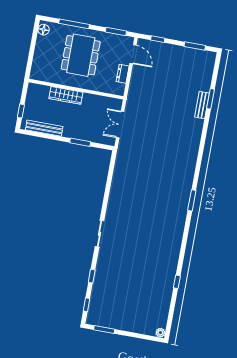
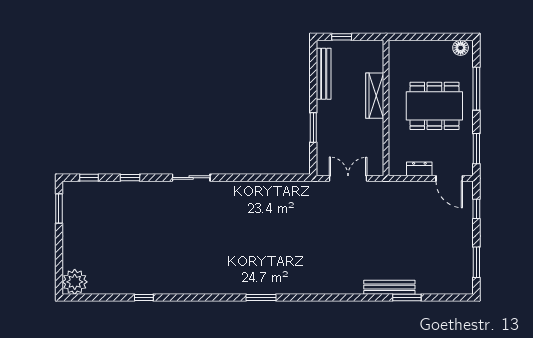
door: (133, 54) -> (449, 178), hinge flipped
bench: (202, 105) -> (389, 287), width x1.36
plant: (160, 333) -> (75, 282), width x1.87, depth x1.87

